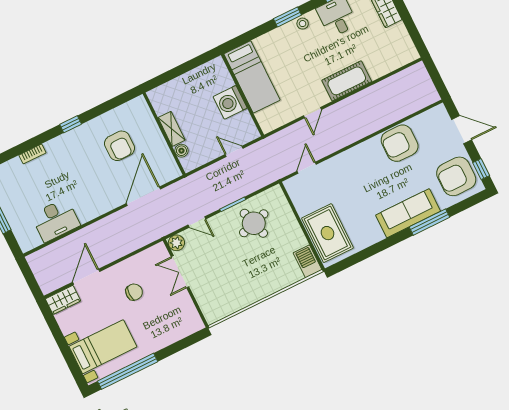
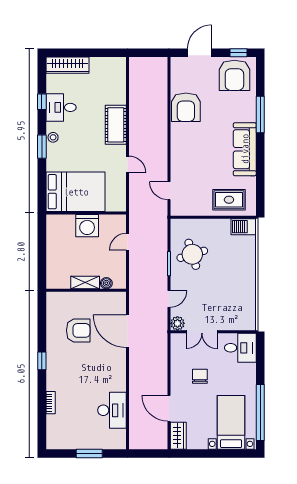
bed: (252, 77) -> (76, 192), width x1.50
sofa: (408, 213) -> (245, 149), moved
rug: (327, 233) -> (229, 200), width x0.73, depth x0.70
desk: (183, 319) -> (240, 348), added

